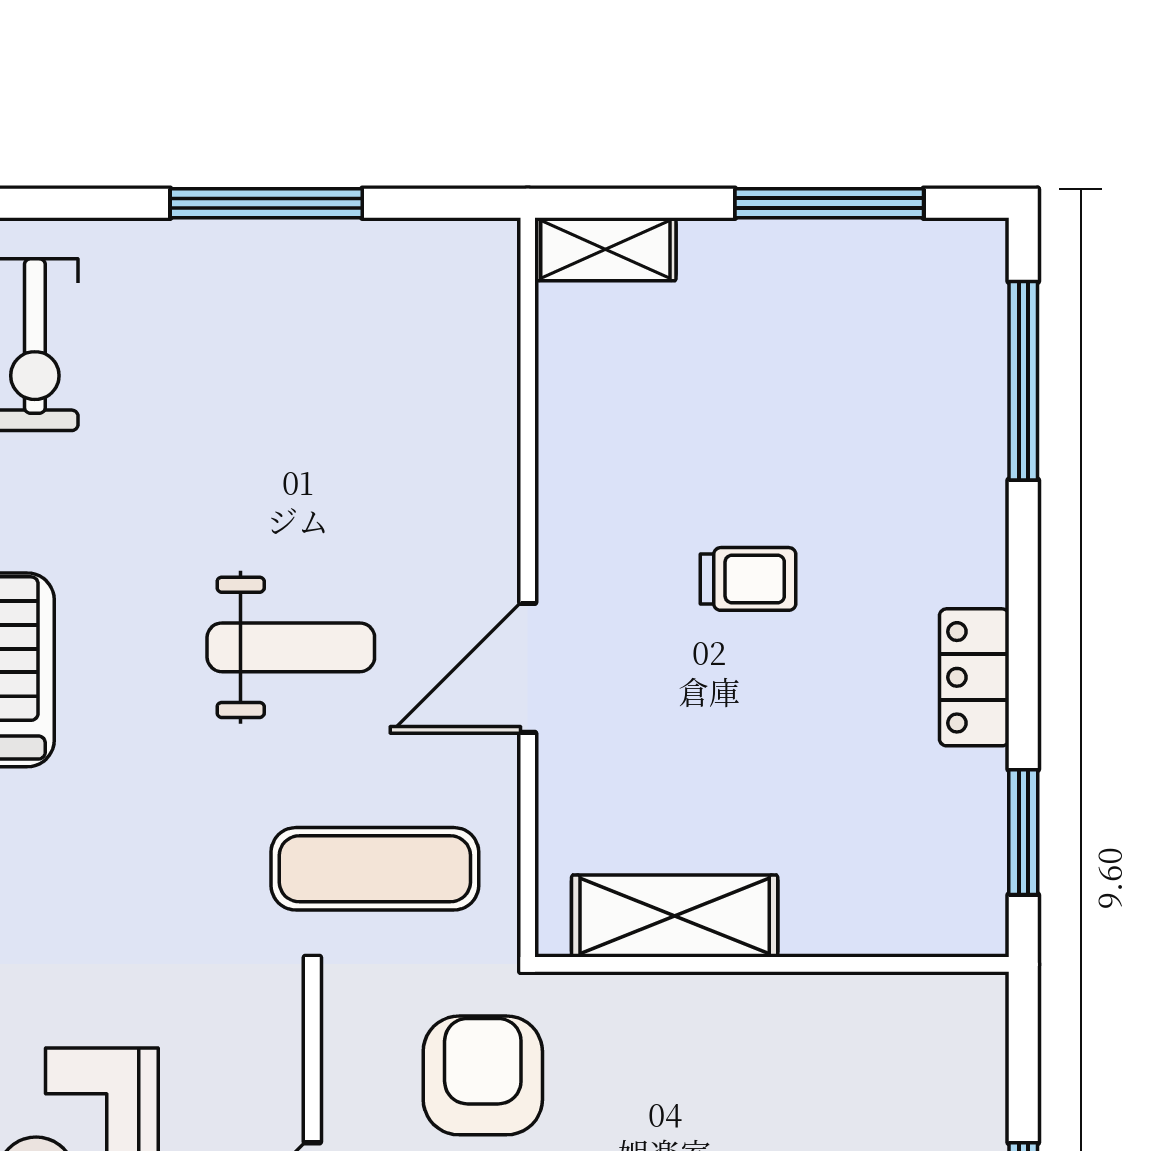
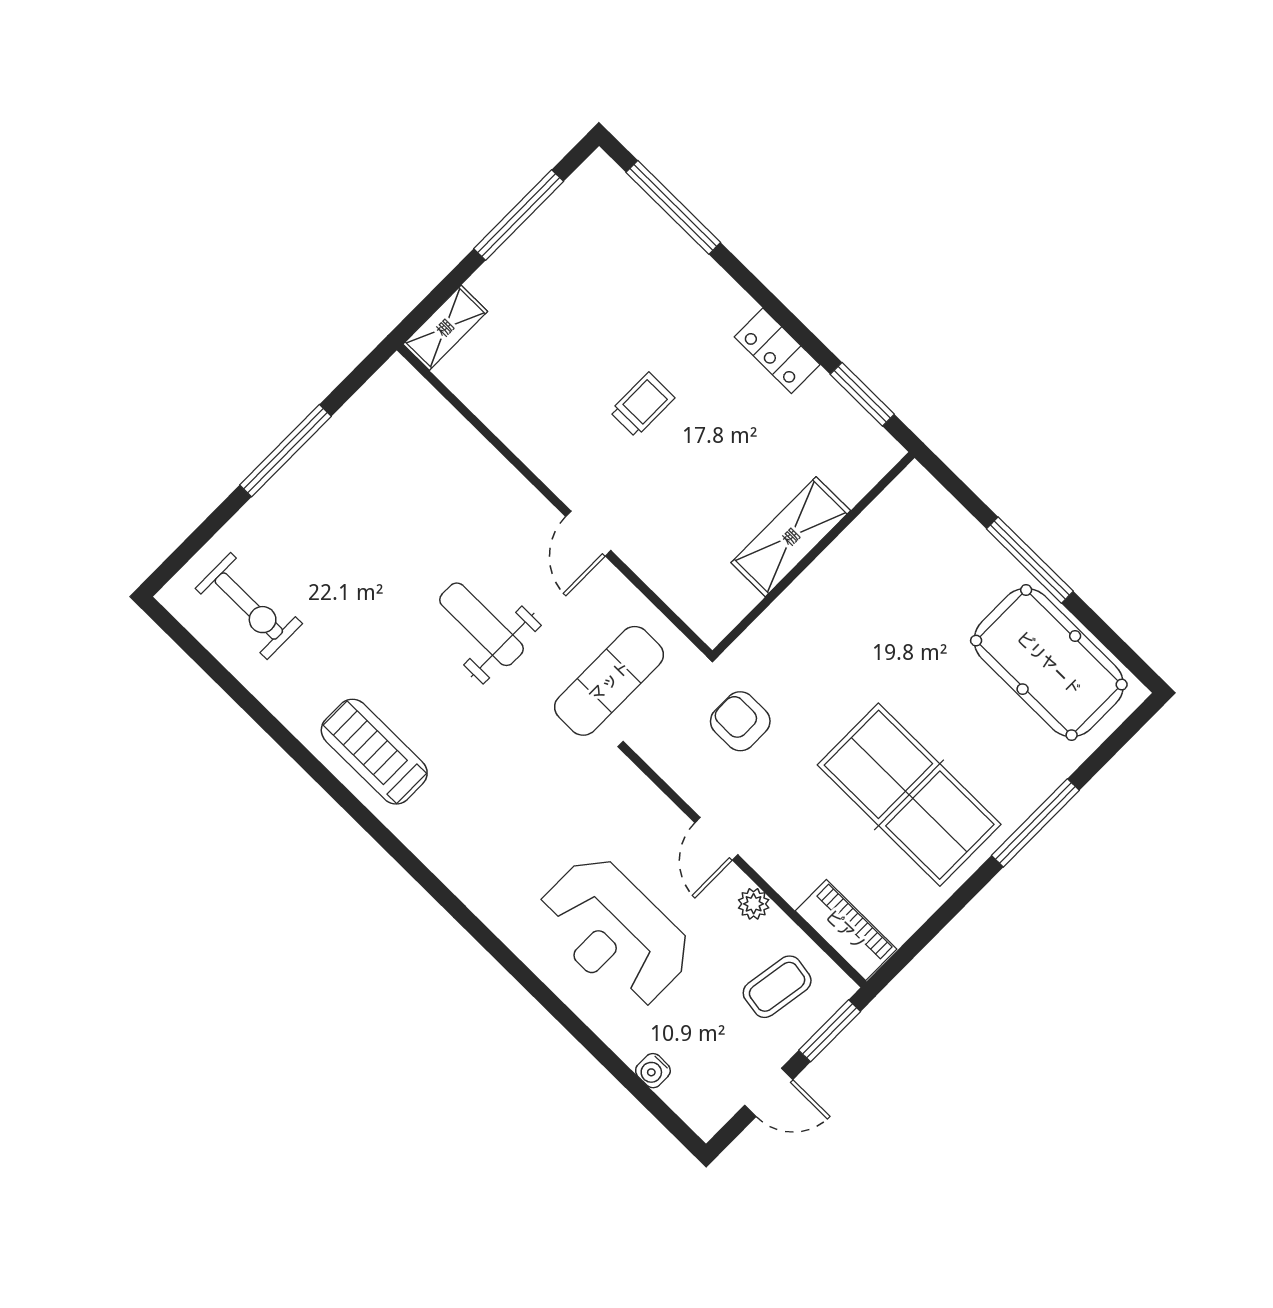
weight bench: (291, 647) -> (482, 624), turned -90
door: (528, 668) -> (588, 534), width x0.73
shelving: (675, 916) -> (791, 537), moved
armchair: (483, 1075) -> (740, 721), width x0.72, depth x0.72

